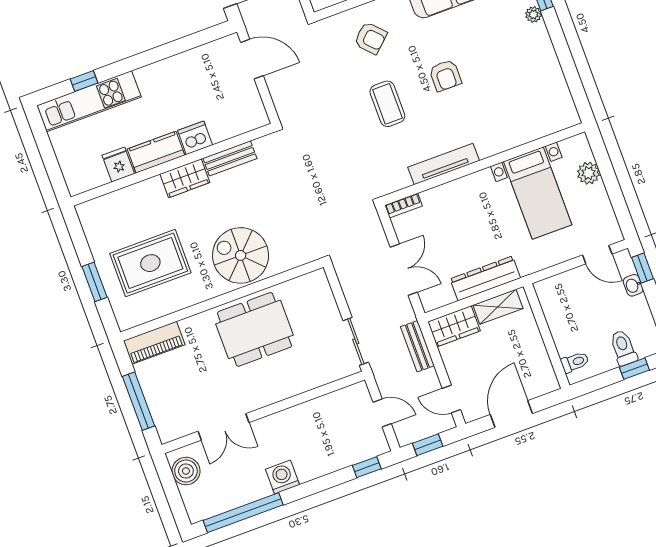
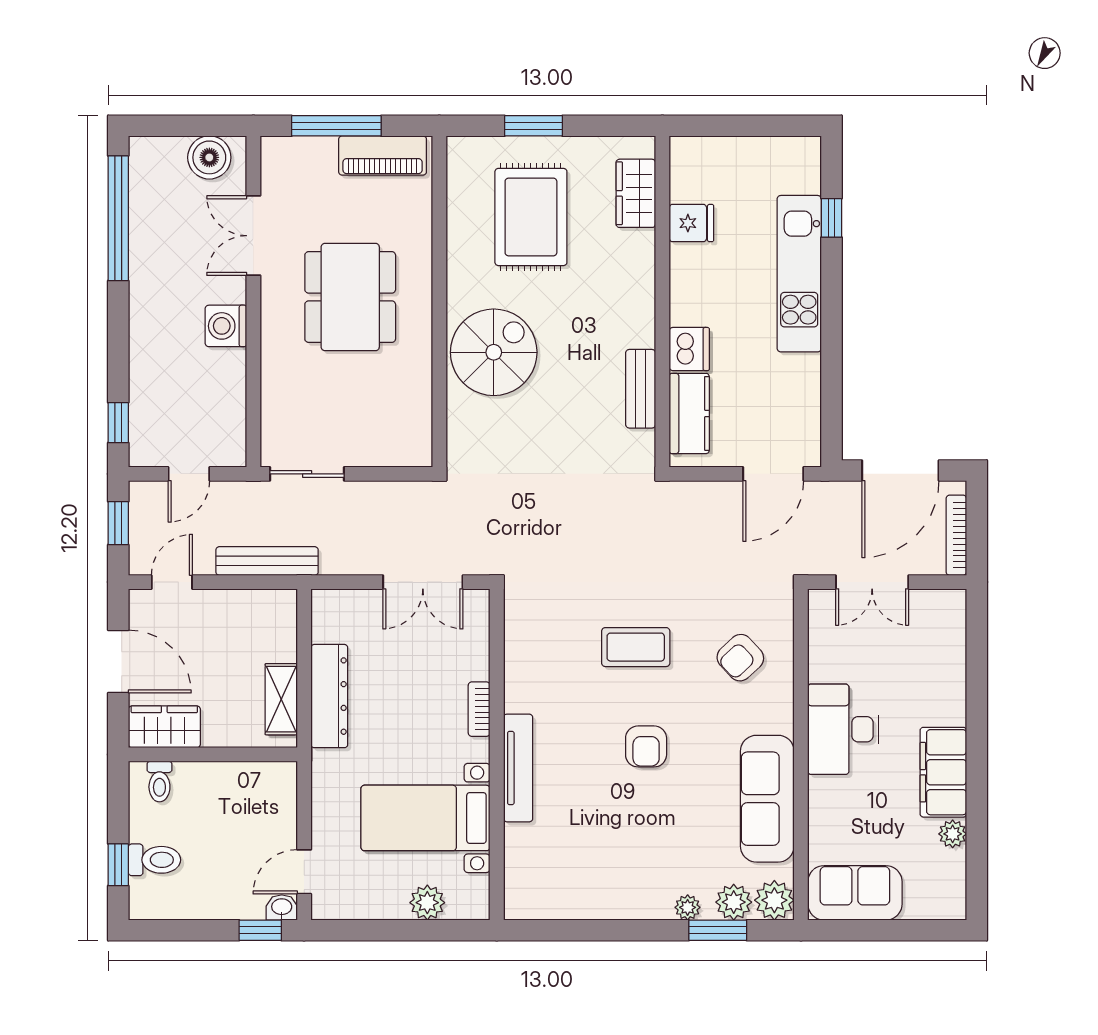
armchair: (445, 75) -> (646, 746), turned -90
kitchen unit: (89, 101) -> (799, 274), moved
kitchen counter: (156, 152) -> (689, 413), moved
tv unit: (444, 164) -> (518, 768), moved
wardrobe: (185, 178) -> (636, 193), moved
bookcase: (403, 206) -> (479, 709), moved
double door: (404, 270) -> (423, 582), moved
washbasin: (633, 285) -> (282, 907), moved
wardrobe: (454, 326) -> (164, 727), moved, turned 90
dining table: (254, 329) -> (350, 297), moved
piano: (154, 343) -> (383, 156), moved, turned -90
bench: (417, 346) -> (267, 561), width x1.36
washing machine: (282, 477) -> (226, 326), moved, turned 180

